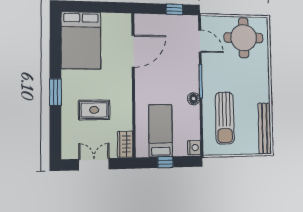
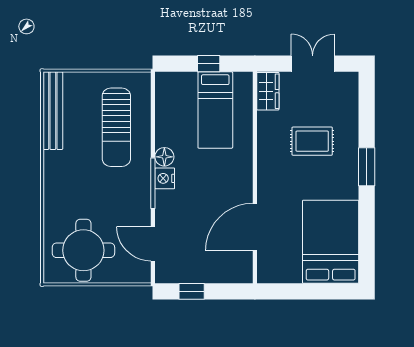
sun lounger: (225, 118) -> (116, 127), turned 180
nightstand: (194, 148) -> (165, 178), moved
double door: (94, 164) -> (313, 64), swing flipped

